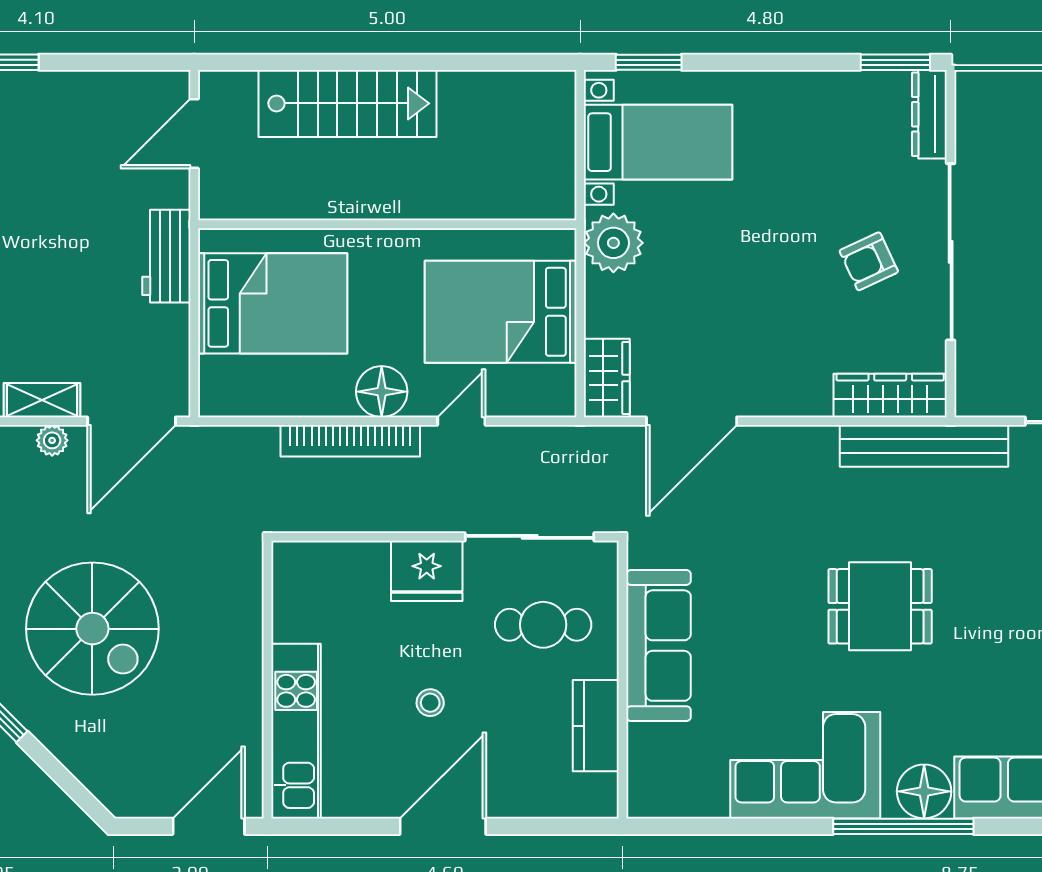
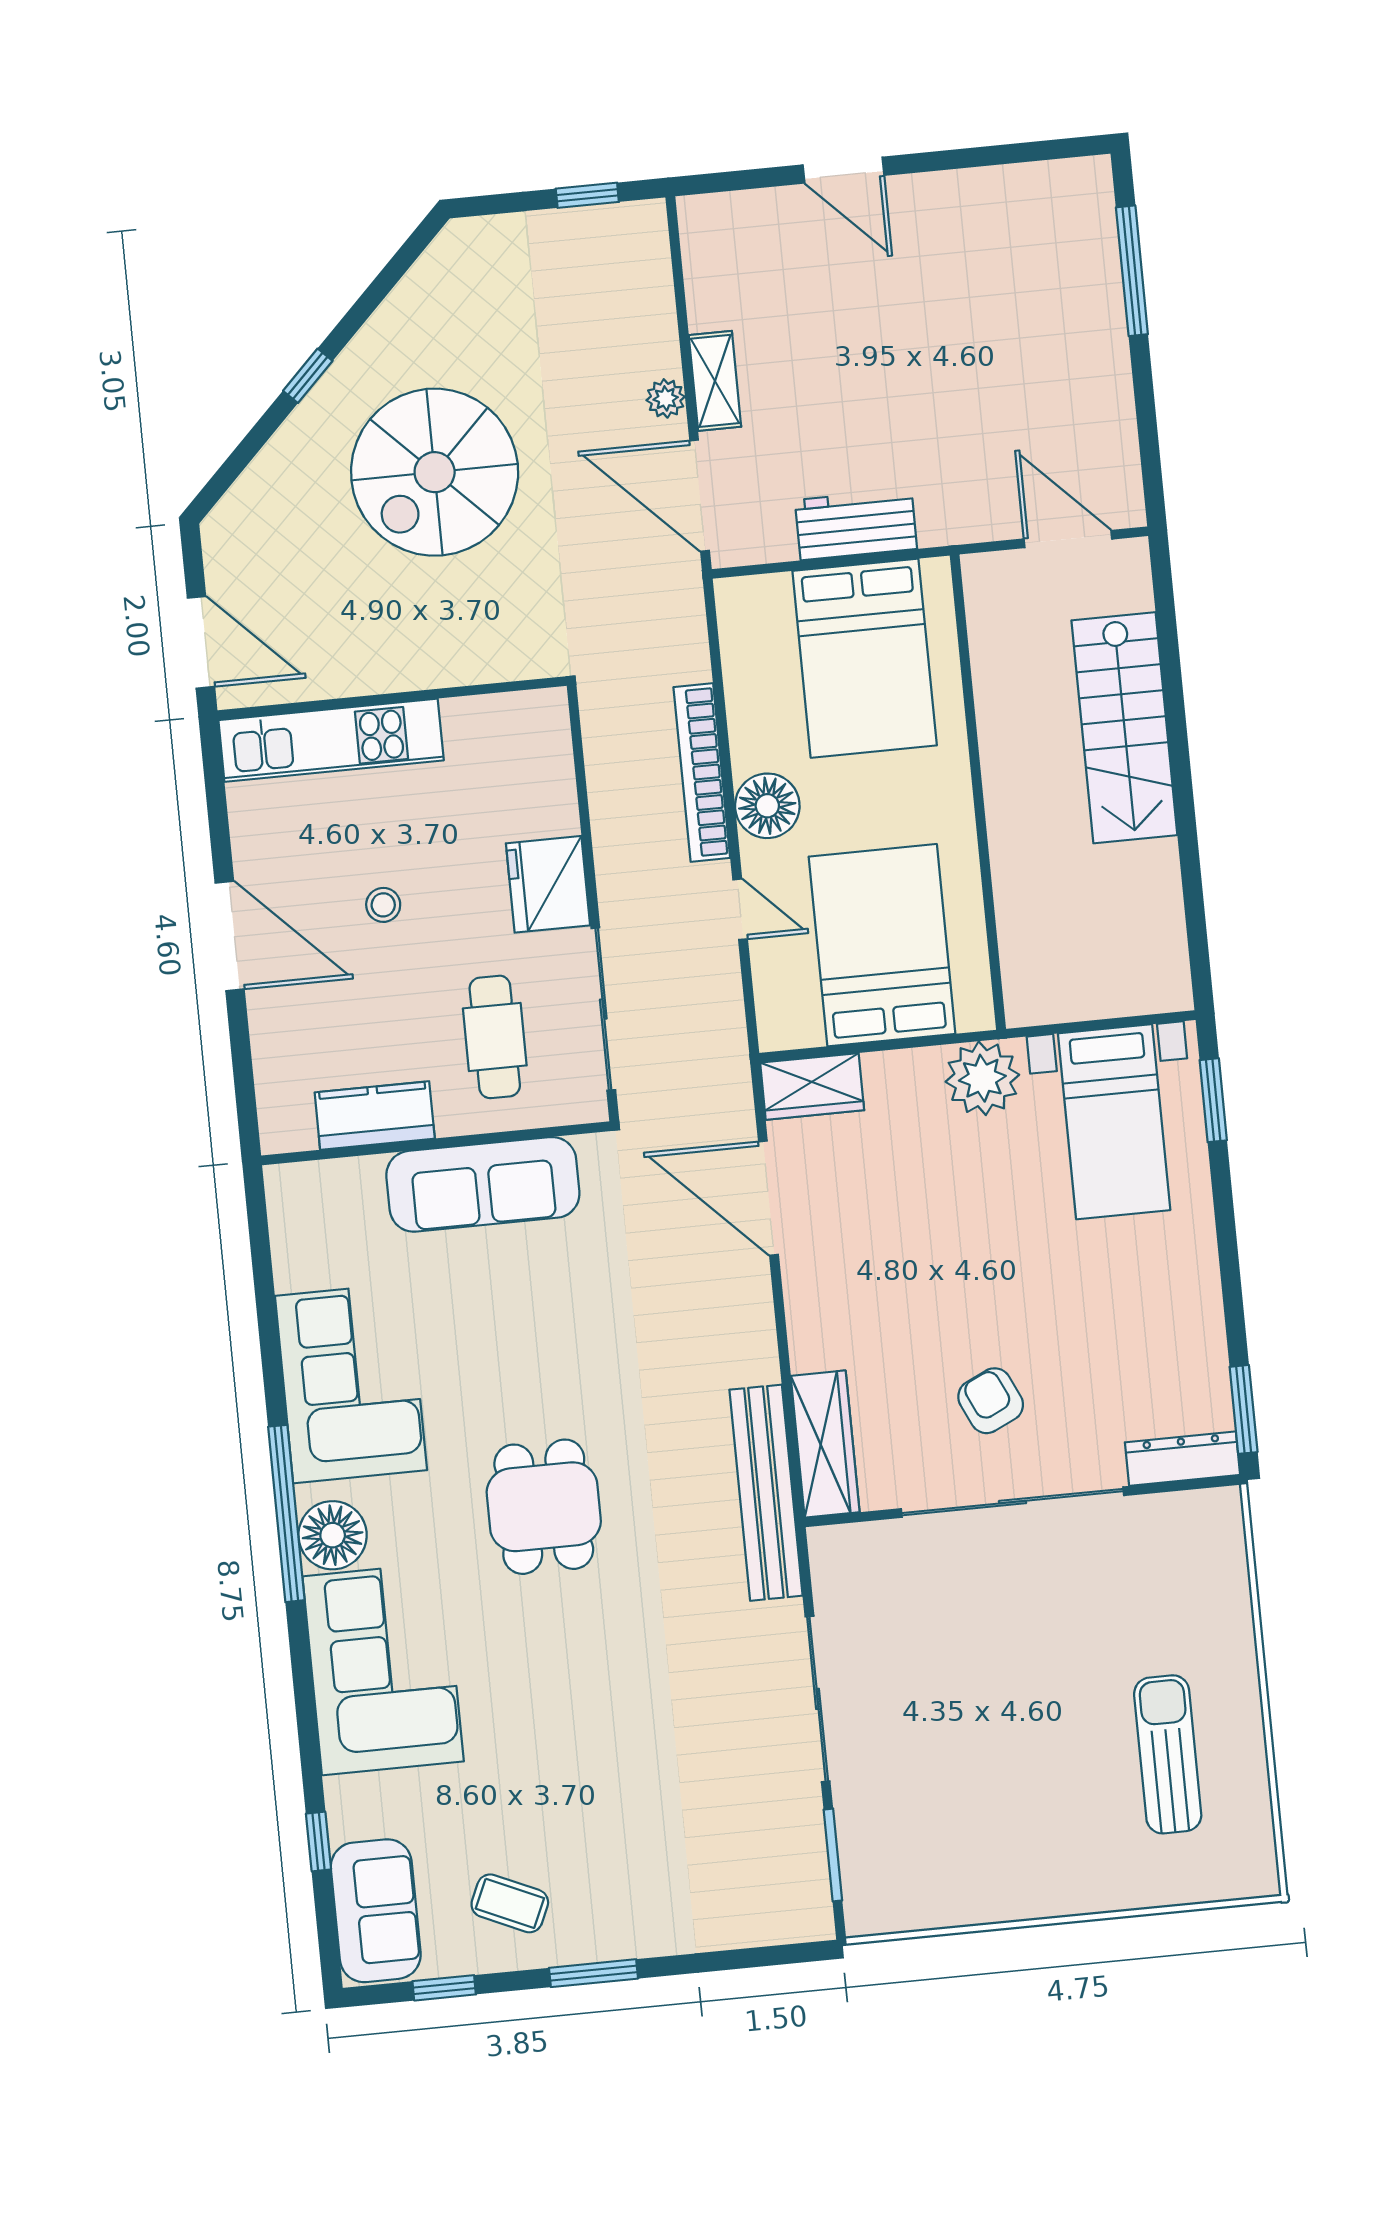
workbench: (166, 256) -> (856, 525), moved
dining table: (880, 606) -> (544, 1507), moved

